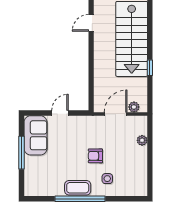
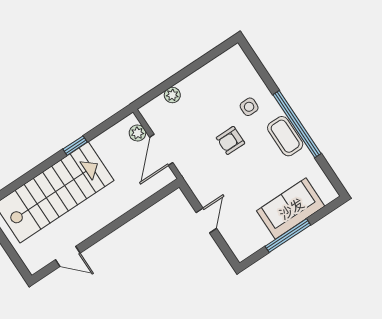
door: (60, 113) -> (206, 220), swing flipped
door: (116, 114) -> (161, 150), hinge flipped
sofa: (36, 135) -> (291, 208), moved
armchair: (95, 156) -> (230, 140), turned 90

